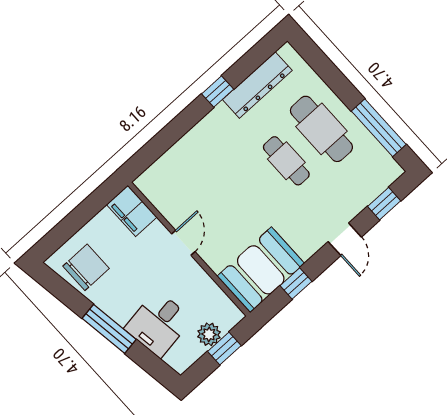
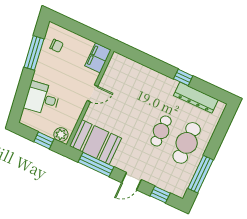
chair: (86, 267) -> (57, 46), width x0.54, depth x0.54
window: (296, 284) -> (96, 165), width x2.17
window: (109, 329) -> (34, 53), moved
plant: (209, 334) -> (61, 135), moved

